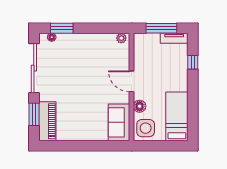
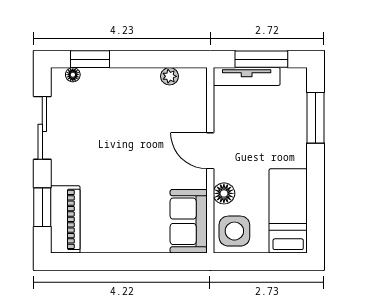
plant: (121, 38) -> (170, 76), moved
tv unit: (174, 38) -> (247, 76), moved, width x1.41
window: (193, 62) -> (316, 118), width x2.17
sliding door: (34, 68) -> (42, 128), width x0.73

